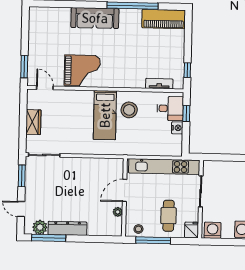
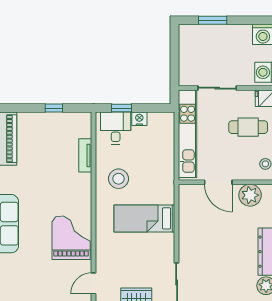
window: (187, 70) -> (54, 108), moved
tv unit: (159, 84) -> (85, 155), moved
bed: (105, 115) -> (144, 218), moved, turned 180
plant: (118, 212) -> (250, 195), width x1.87, depth x1.87

